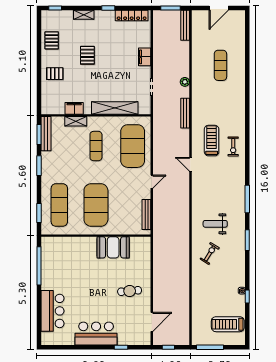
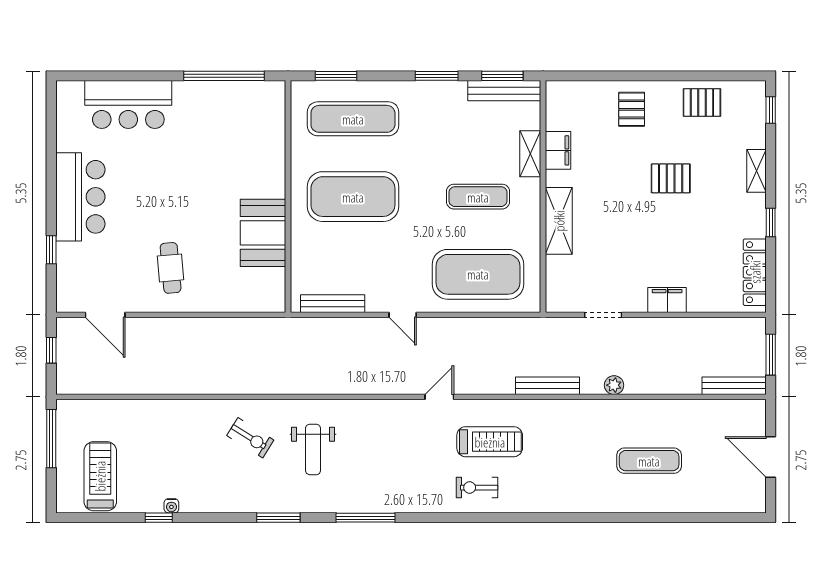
shelving: (115, 108) -> (559, 221), width x0.68
weight bench: (215, 224) -> (313, 449), turned 180

